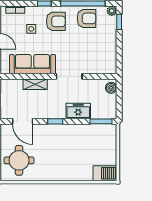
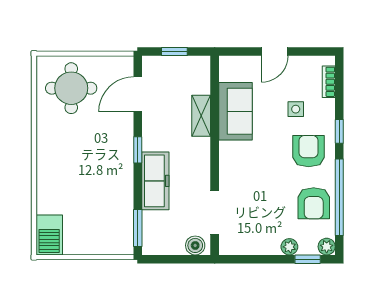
armchair: (56, 21) -> (309, 151), turned 180
plant: (112, 33) -> (289, 247), added
sofa: (33, 64) -> (235, 111), width x0.73
doorway: (69, 76) -> (215, 212), moved
freezer: (78, 111) -> (155, 181), width x1.40

